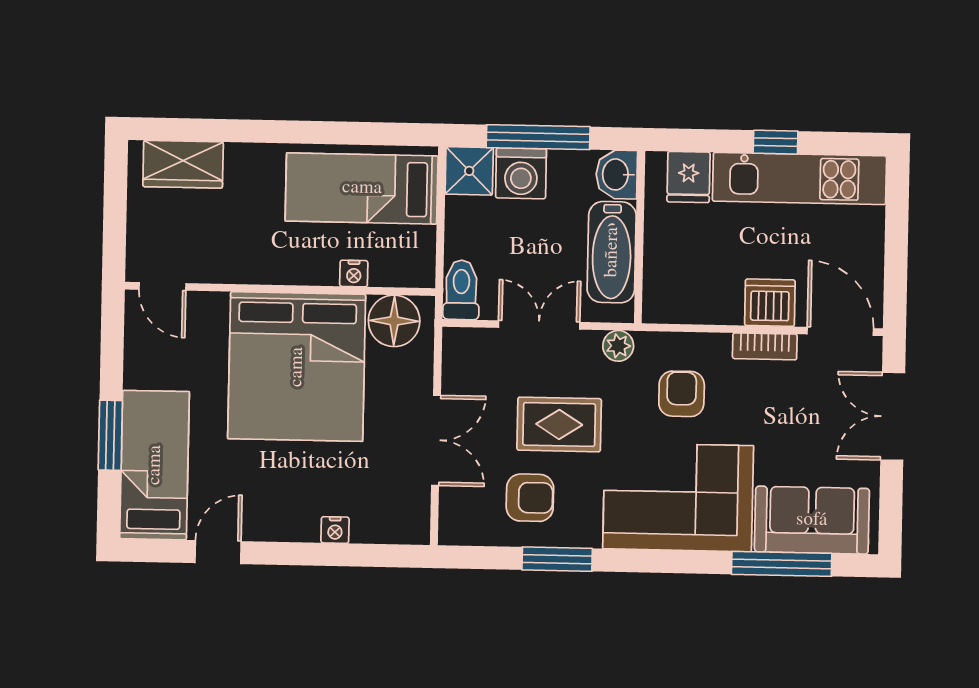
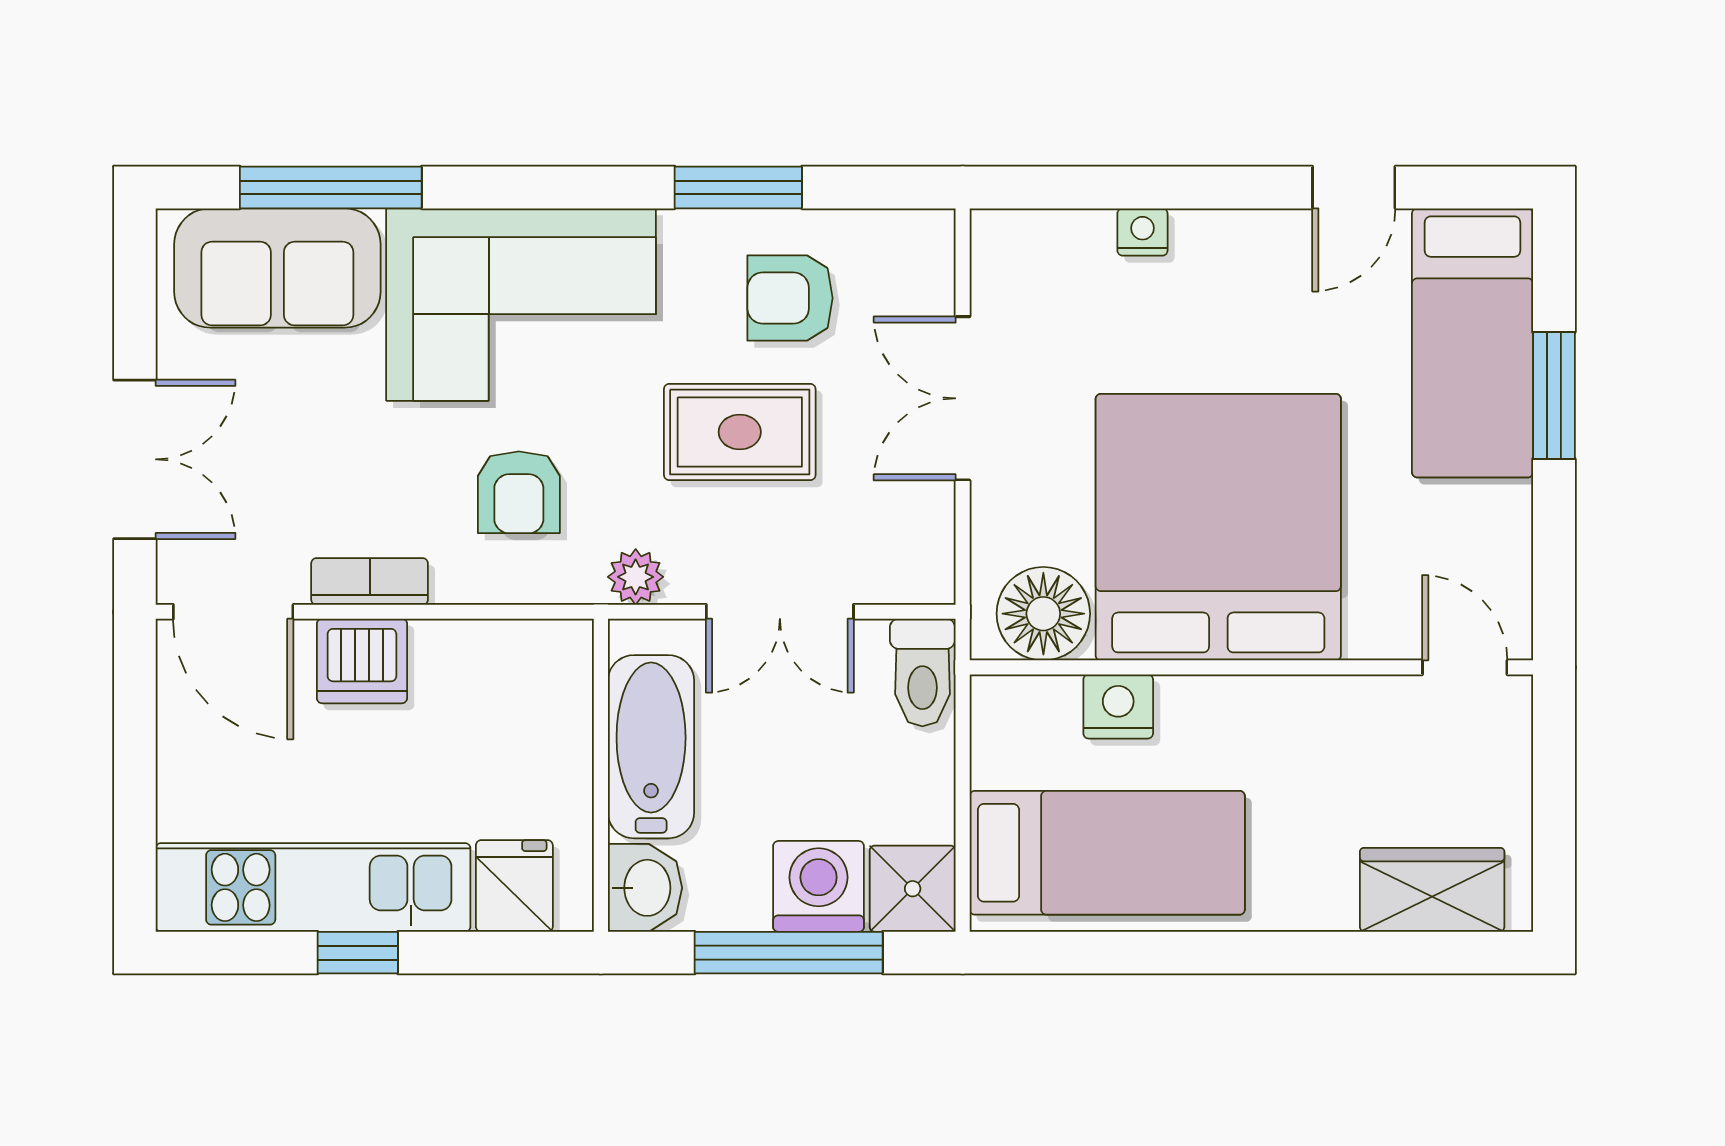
nightstand: (354, 274) -> (1118, 706), width x1.39, depth x1.35

